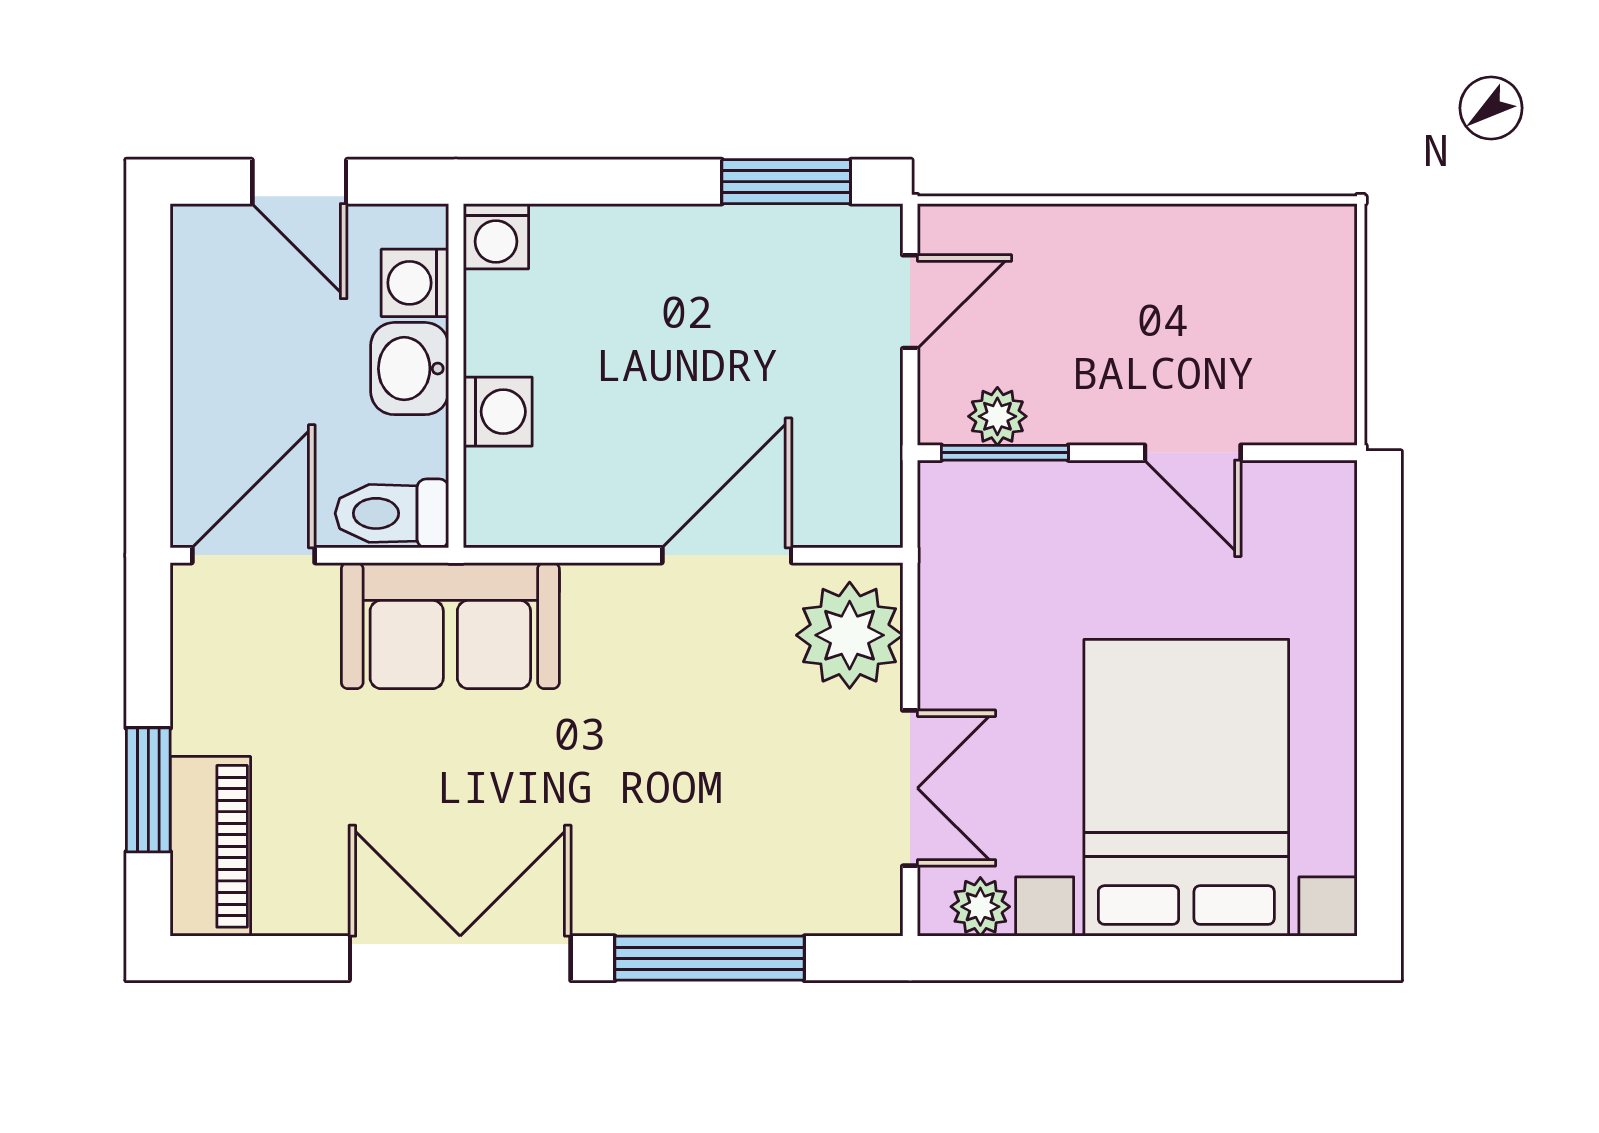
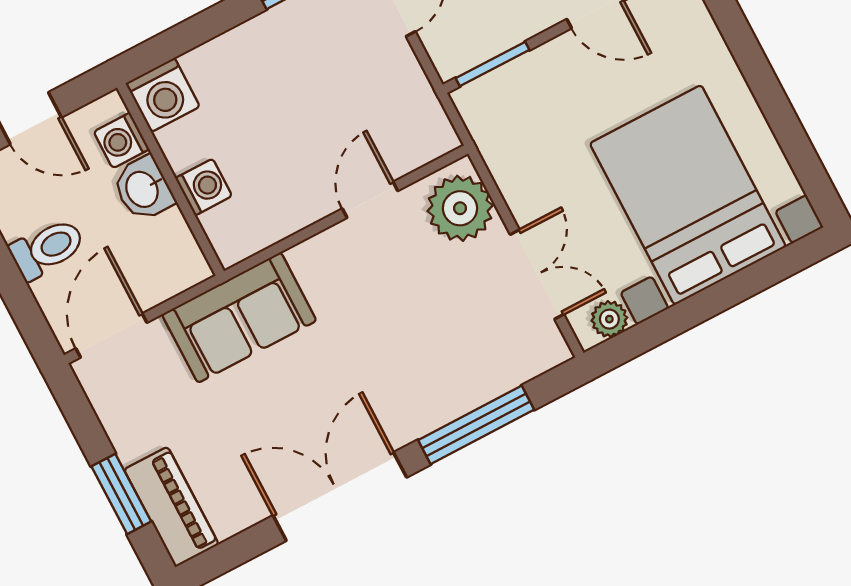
washing machine: (496, 236) -> (163, 95), width x1.38, depth x1.38
plant: (997, 416) -> (478, 46), removed
toilet: (392, 513) -> (47, 249), moved, turned 180
door: (727, 555) -> (370, 200), width x0.73

